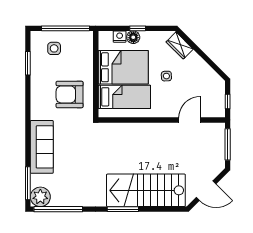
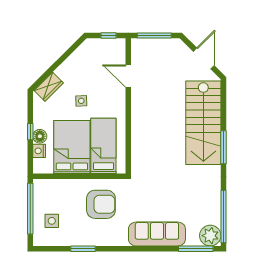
window: (28, 63) -> (83, 249), moved
armchair: (70, 94) -> (101, 204), turned -90

